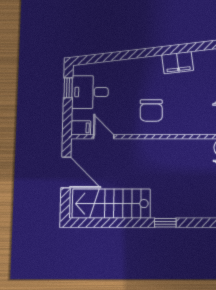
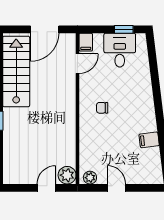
filing cabinet: (178, 63) -> (149, 140), width x0.50
chair: (151, 110) -> (102, 108), width x0.54, depth x0.54

